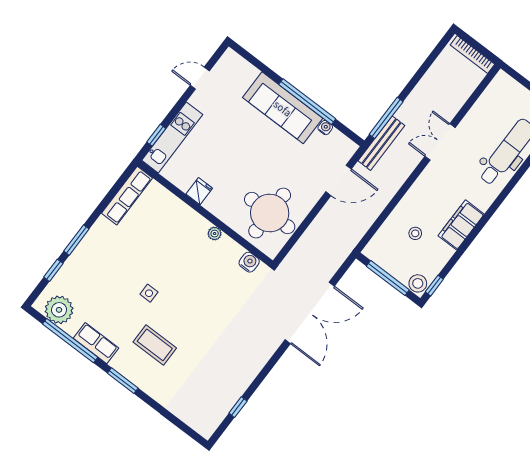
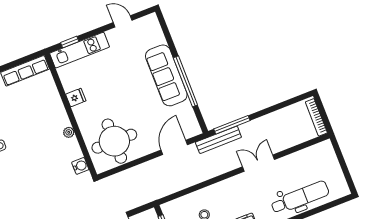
water cooler: (325, 128) -> (187, 106), removed
door: (339, 180) -> (174, 147), swing flipped

